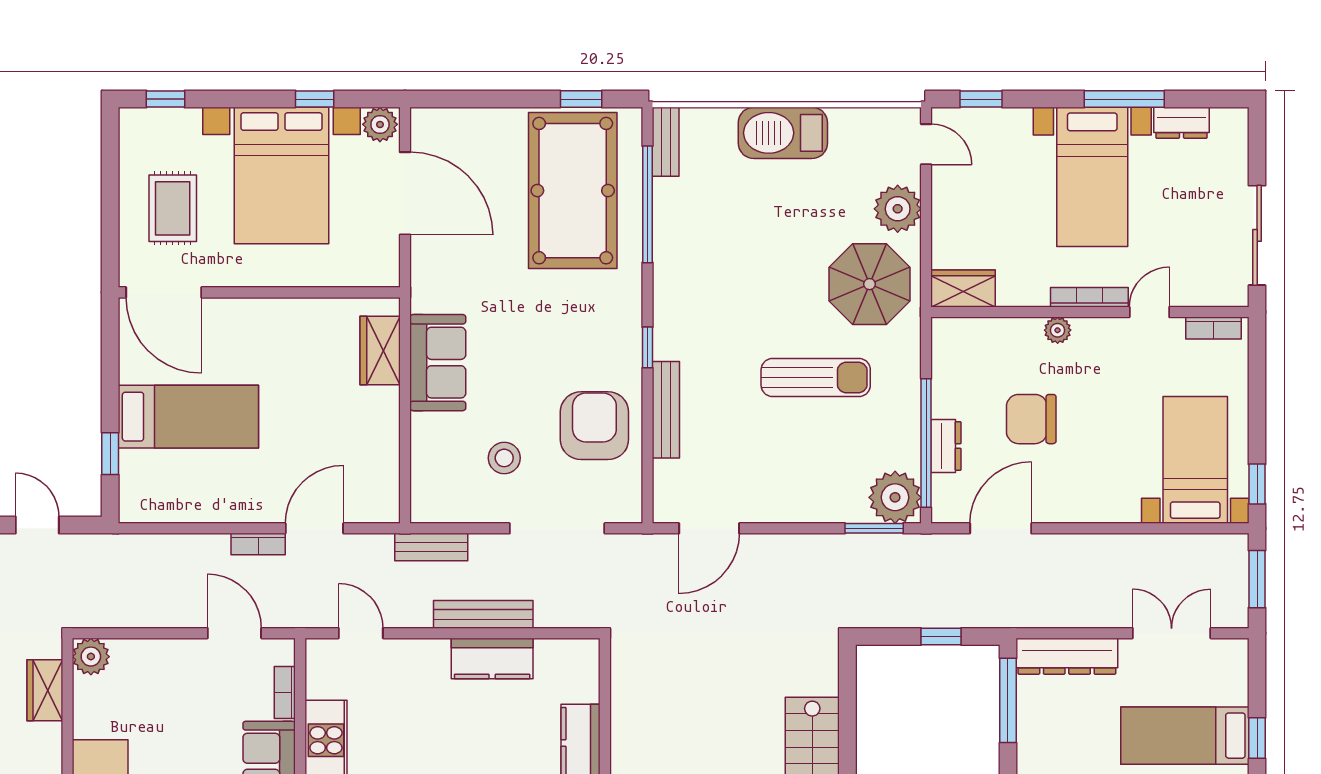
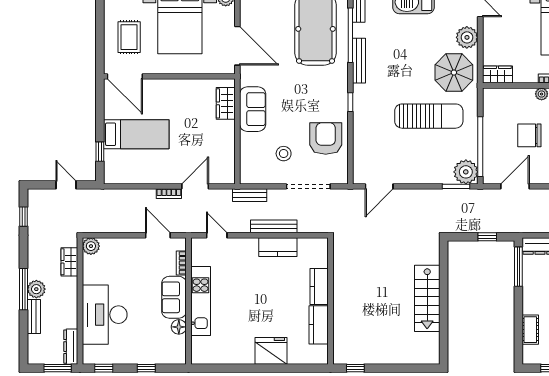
door: (405, 193) -> (237, 46), moved
sun lounger: (816, 377) -> (429, 116), width x1.36, depth x1.34
bench: (666, 410) -> (359, 61), moved
dresser: (946, 446) -> (489, 148), removed

